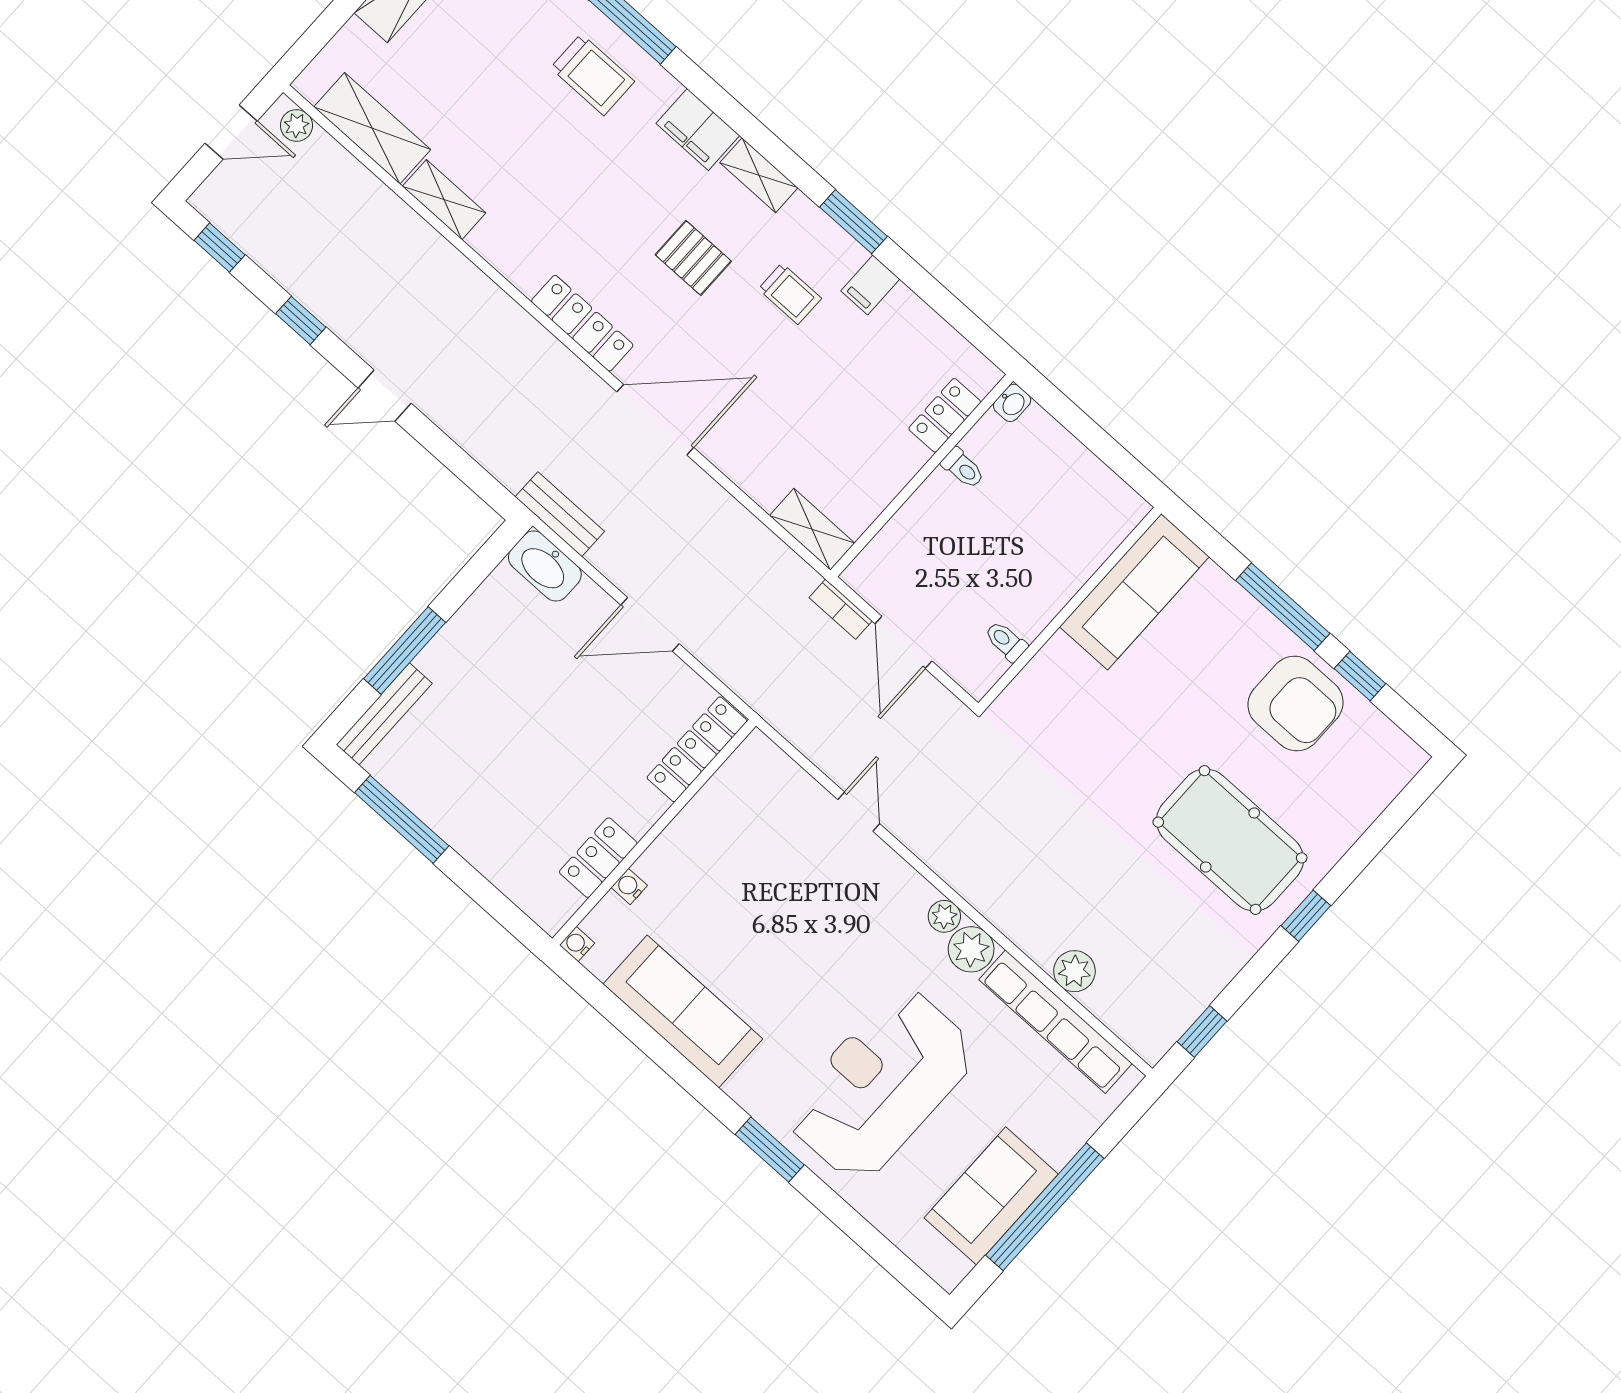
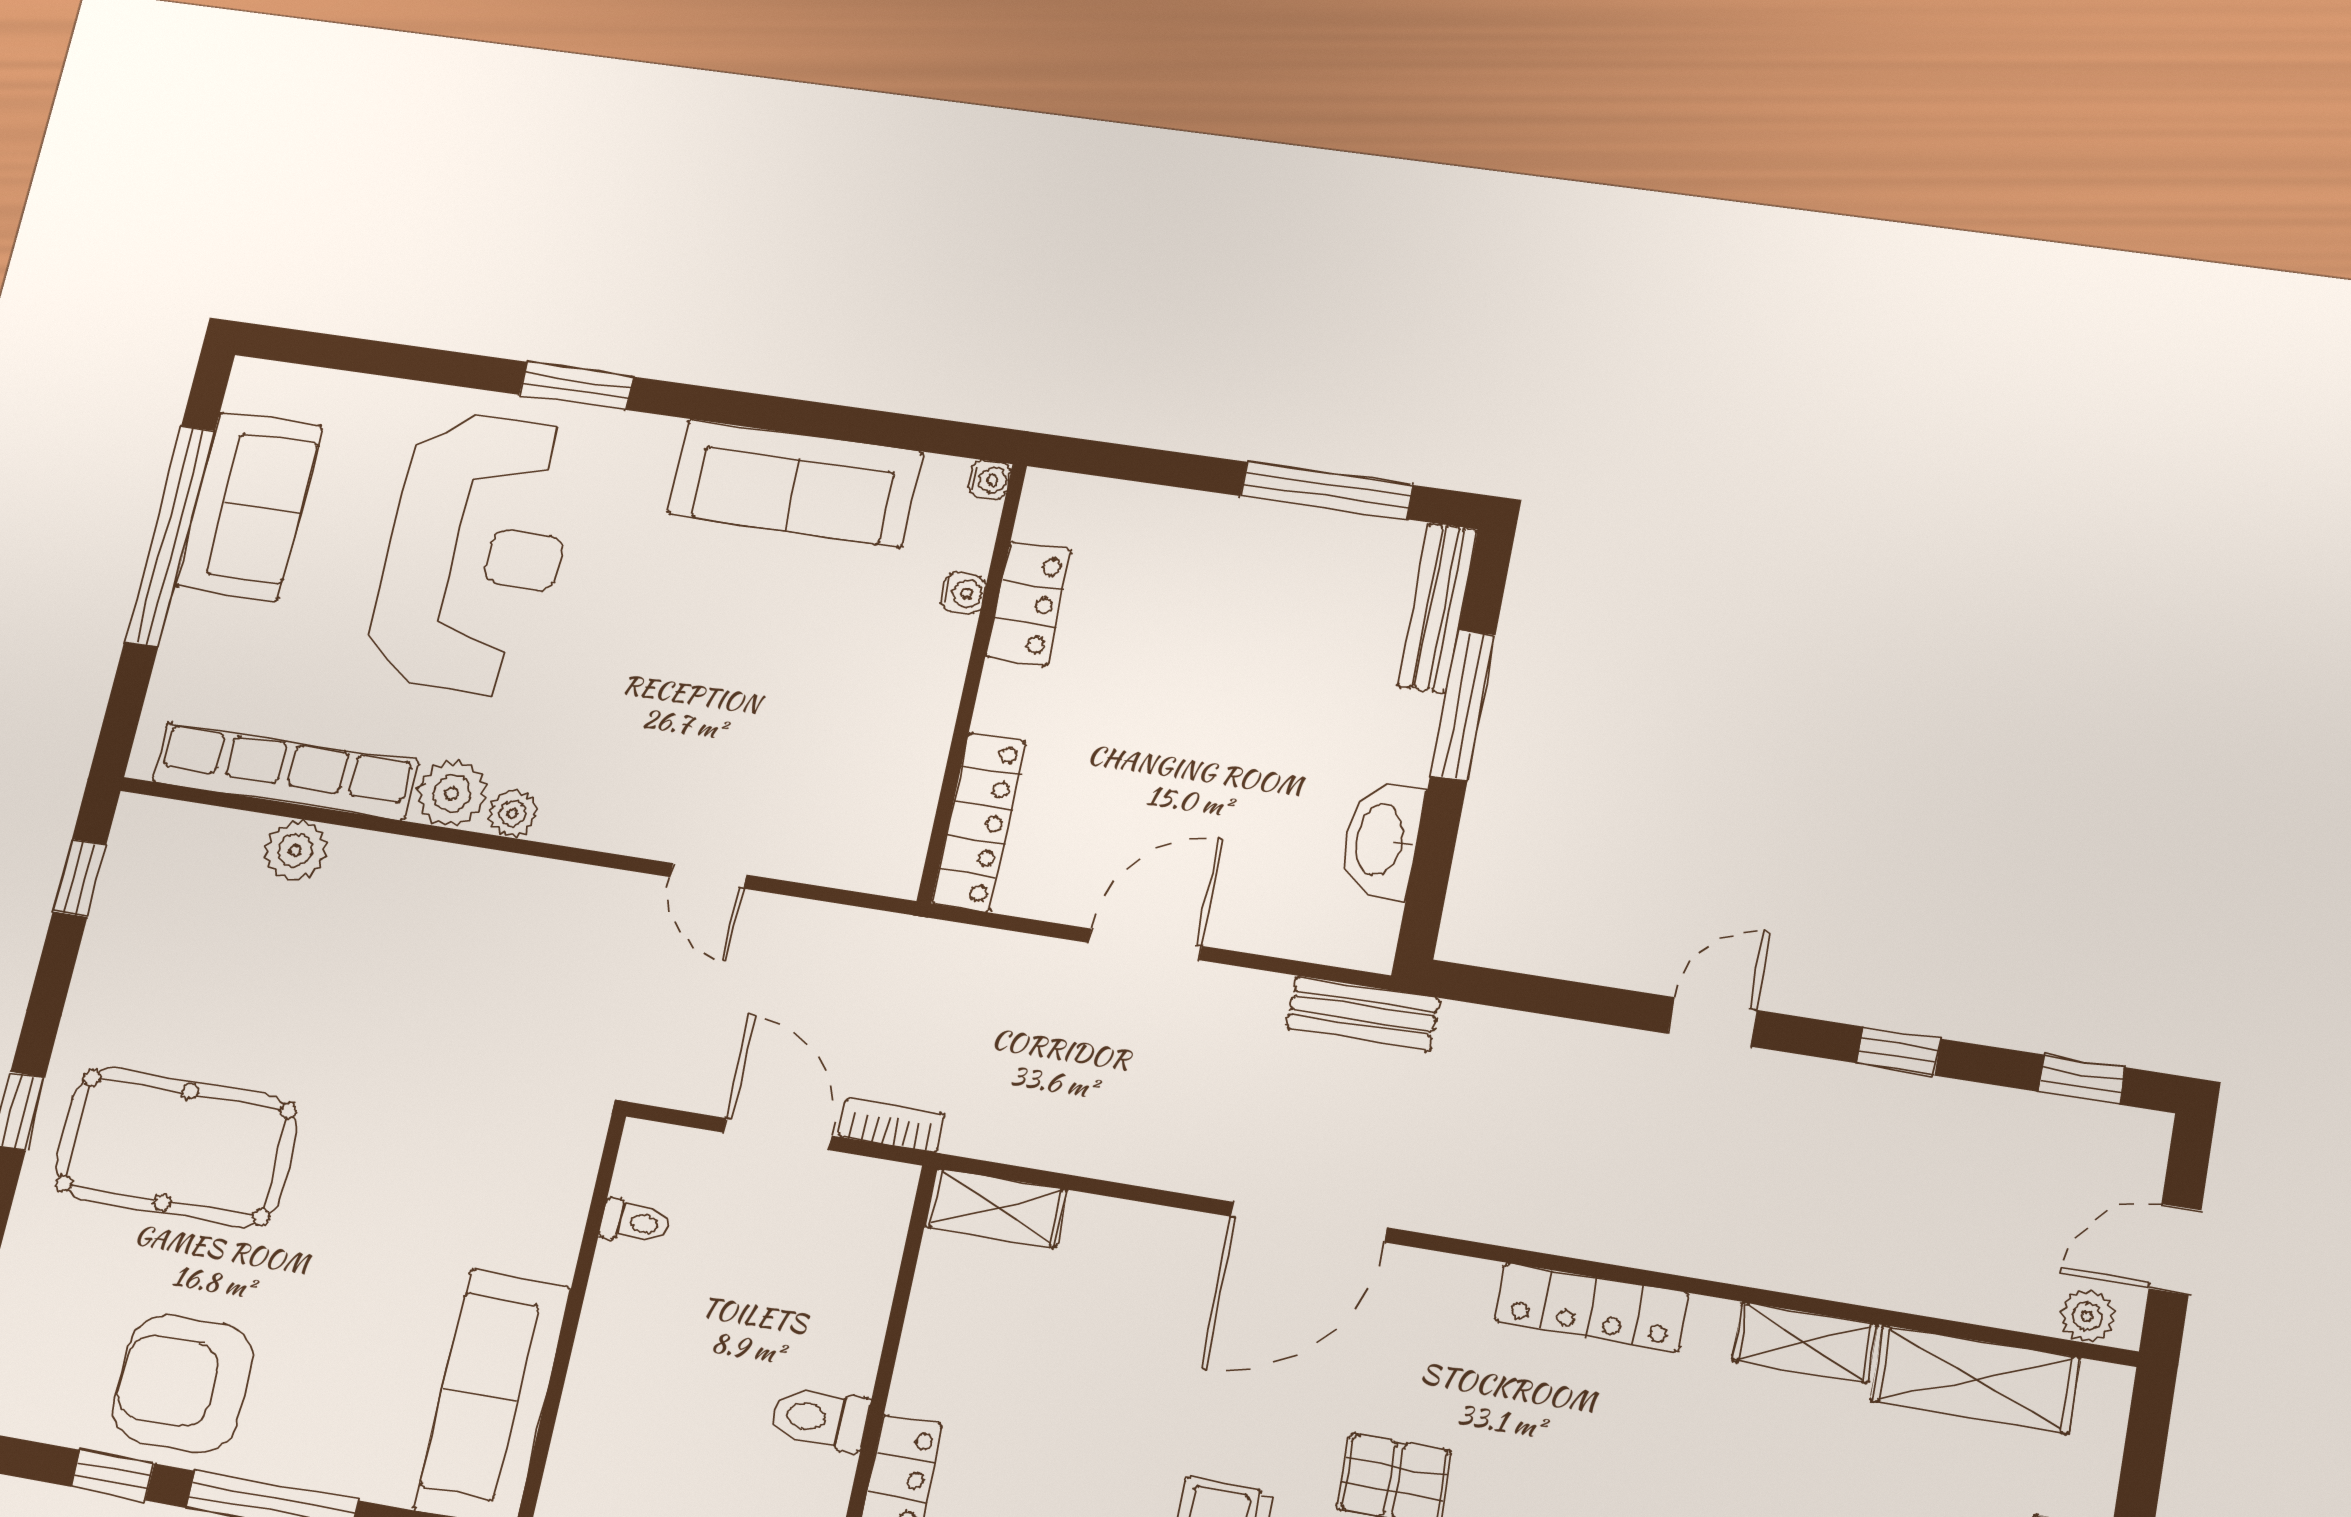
locker: (582, 323) -> (1591, 1307), moved
toilet: (963, 468) -> (819, 1418), width x1.37, depth x1.39
washbasin: (545, 566) -> (1381, 840), moved, turned -90

